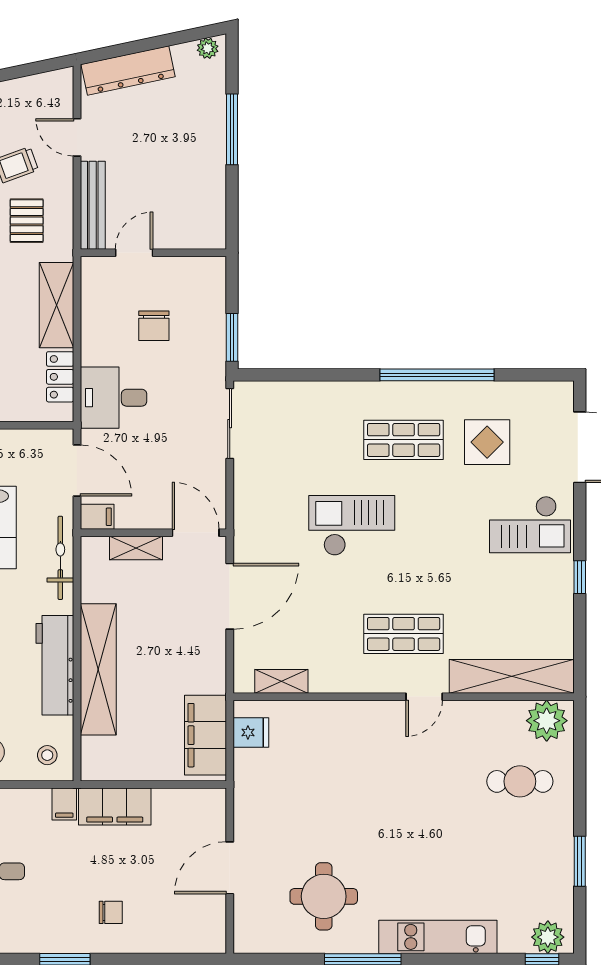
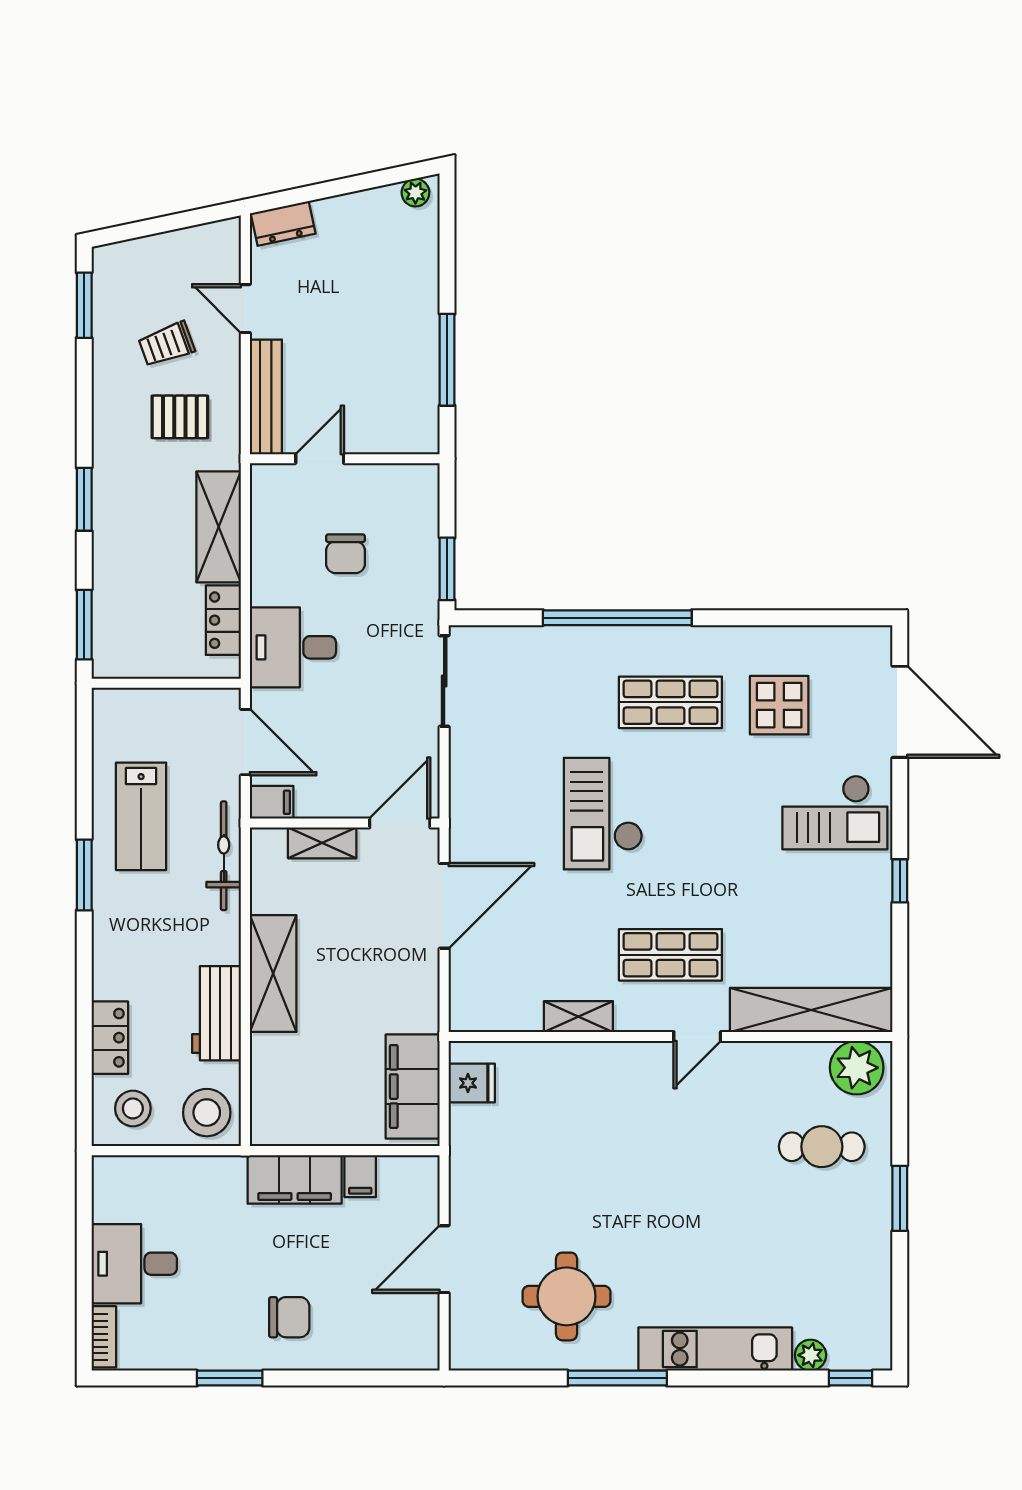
dresser: (128, 71) -> (283, 223), width x0.51, depth x0.80
window: (232, 129) -> (447, 360), moved
pallet: (27, 221) -> (180, 417), turned 90
window: (437, 375) -> (617, 618), moved
checkout: (352, 525) -> (603, 814), turned -90
door: (196, 533) -> (400, 823), hinge flipped
workbench: (55, 665) -> (217, 1013), width x0.73
shelving: (98, 669) -> (273, 974), width x0.68
shelving: (281, 681) -> (578, 1017), moved
stool: (47, 755) -> (207, 1113), width x1.89, depth x1.89
filing cabinet: (64, 804) -> (360, 1176), moved
window: (580, 861) -> (900, 1198), moved
chair: (111, 912) -> (289, 1317), width x1.37, depth x1.37
plant: (548, 937) -> (810, 1355), moved, width x0.73, depth x0.73

